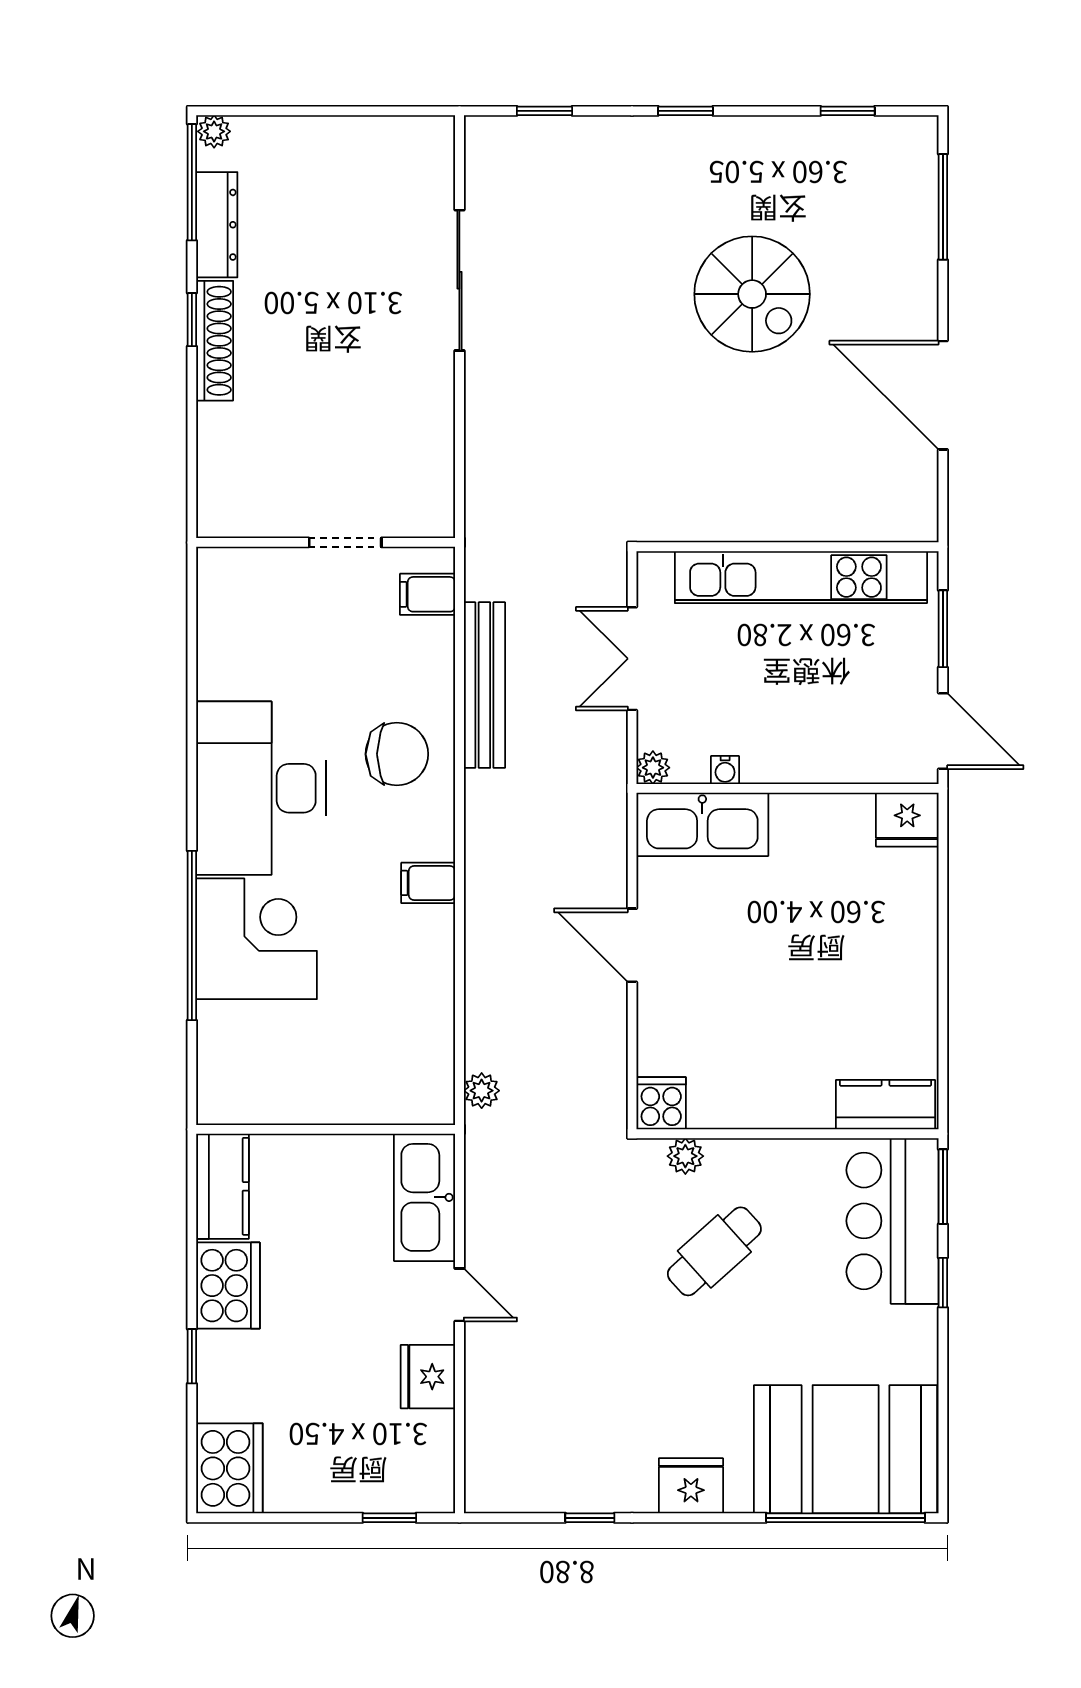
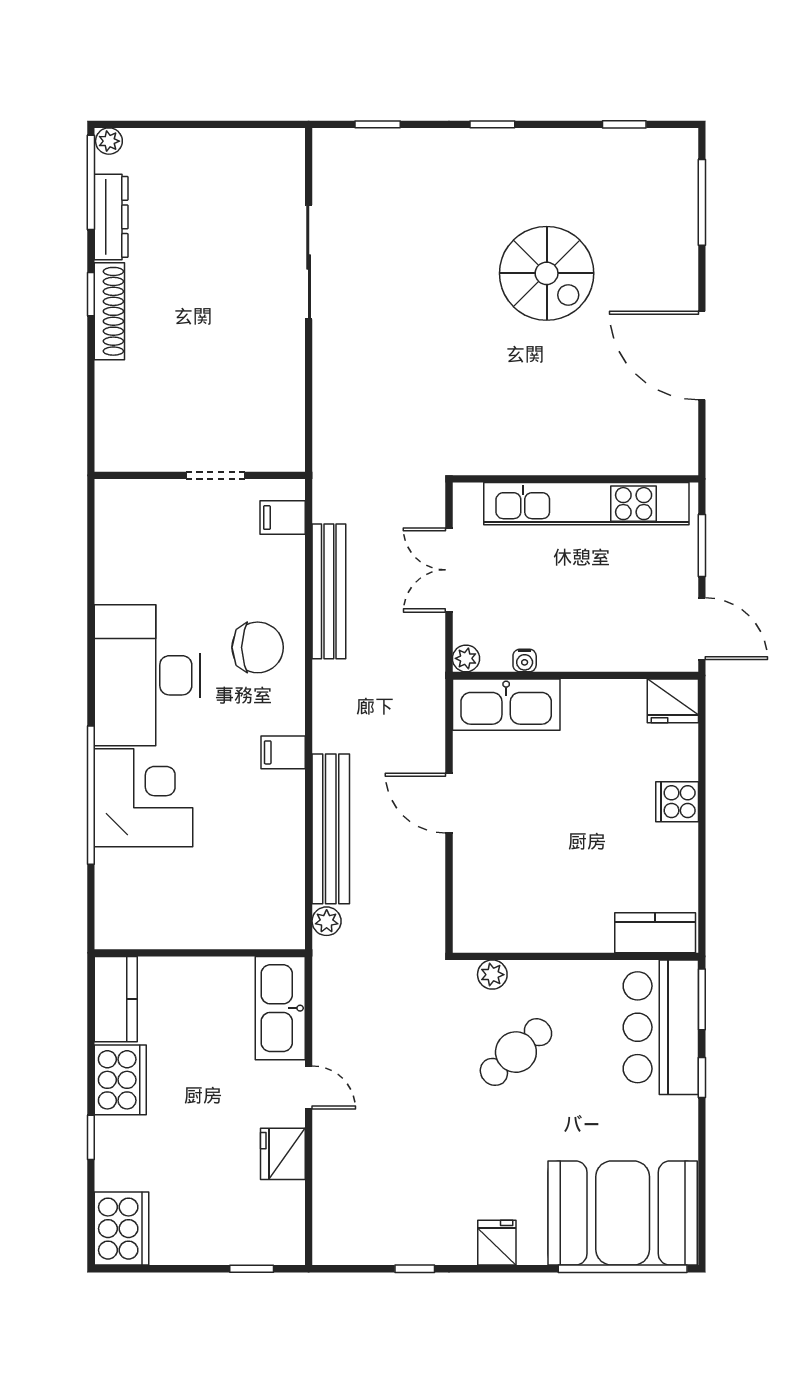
bench: (487, 977) -> (331, 829), added
cooker: (661, 1103) -> (677, 802), moved, turned -90
fridge: (691, 1486) -> (497, 1243), width x0.72

